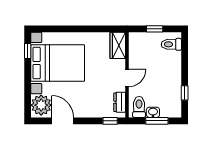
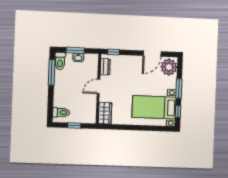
bed with nightstands: (58, 63) -> (154, 107), width x0.73
window: (28, 79) -> (179, 88), added
window: (185, 93) -> (52, 72), width x2.17
toilet: (139, 107) -> (60, 61), moved
door: (63, 121) -> (152, 54), hinge flipped

